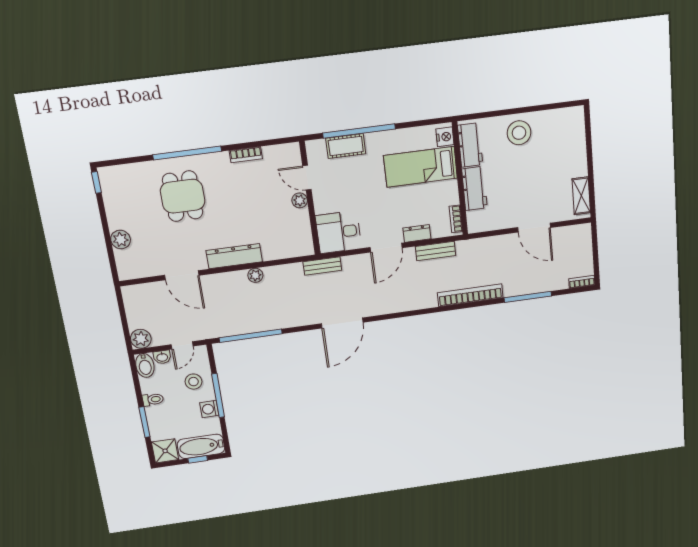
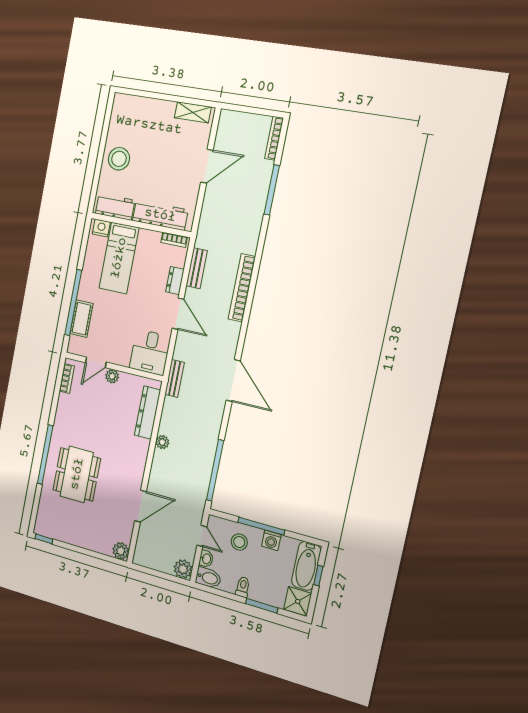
bookcase: (246, 155) -> (67, 378), moved
workbench: (474, 188) -> (160, 215), width x1.38
dining table: (183, 196) -> (77, 474), width x1.37
plant: (121, 240) -> (121, 551), moved
dresser: (234, 256) -> (148, 413), moved
bookcase: (582, 282) -> (274, 138), width x1.56
bookcase: (470, 295) -> (242, 288), moved

